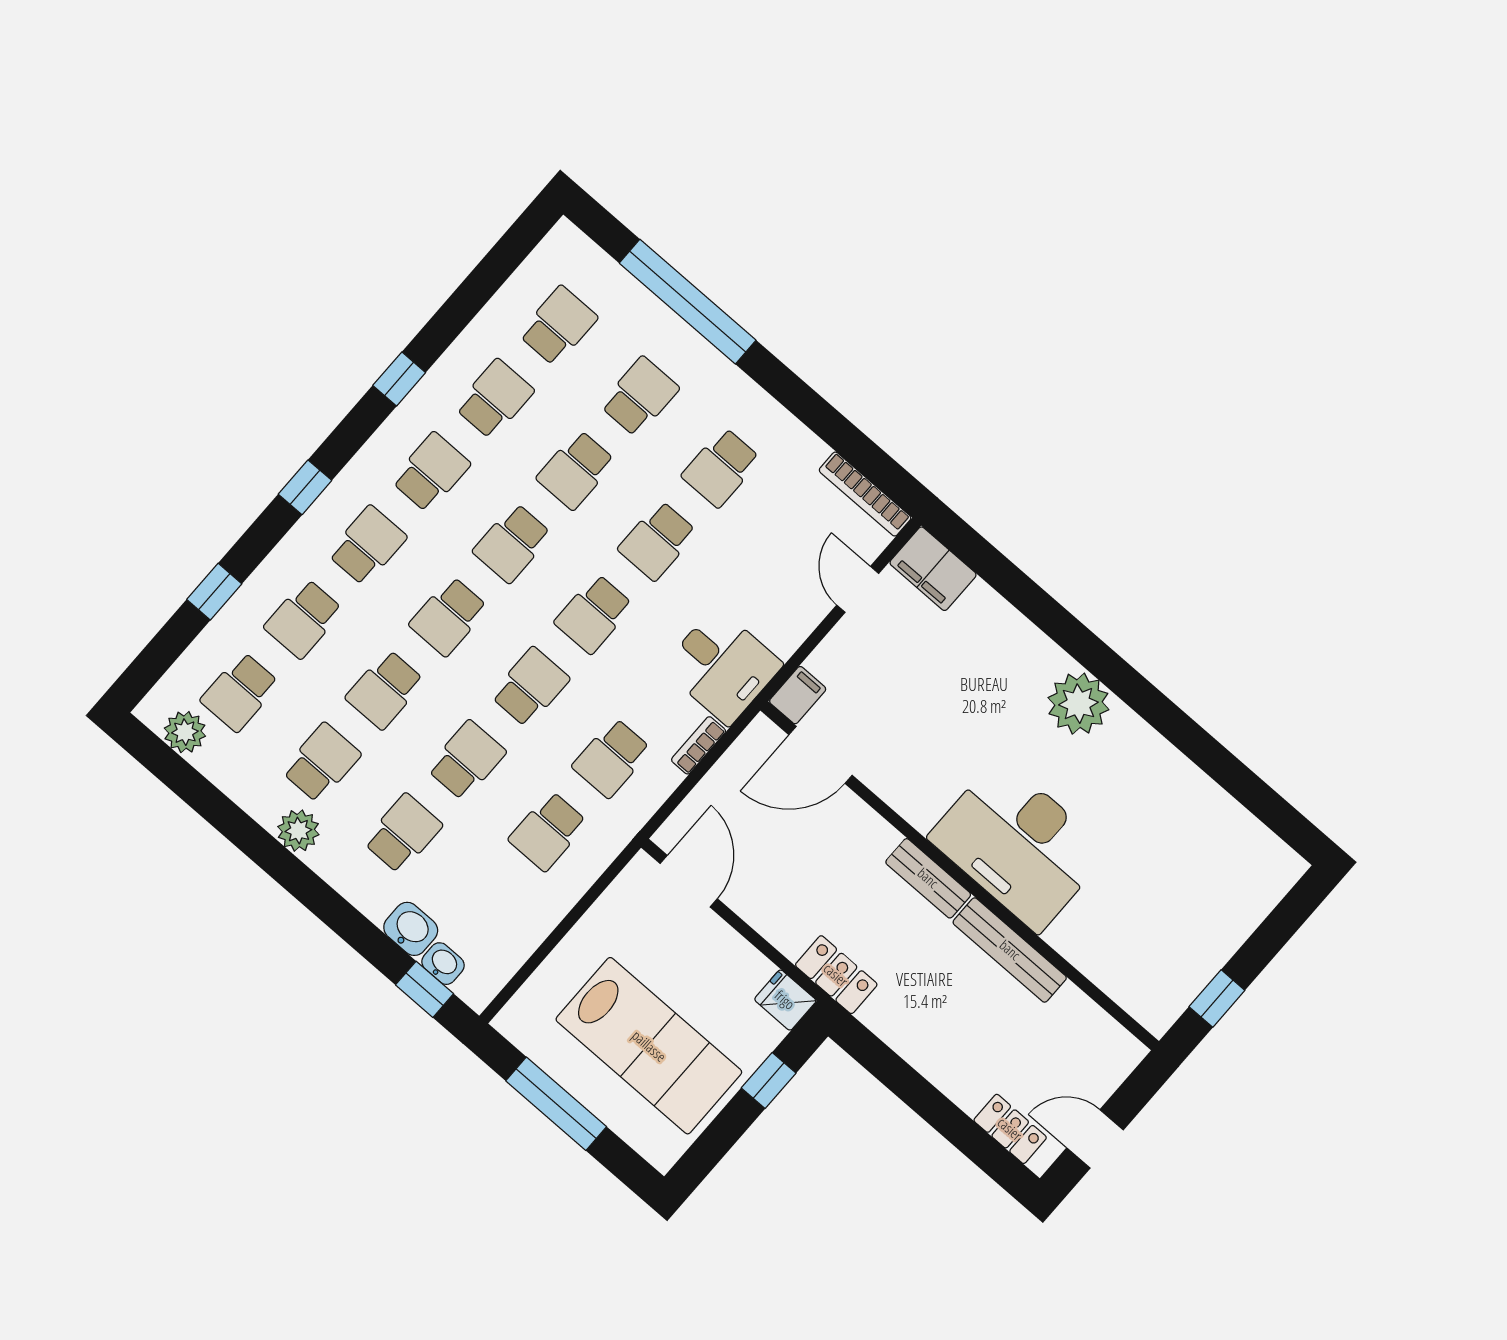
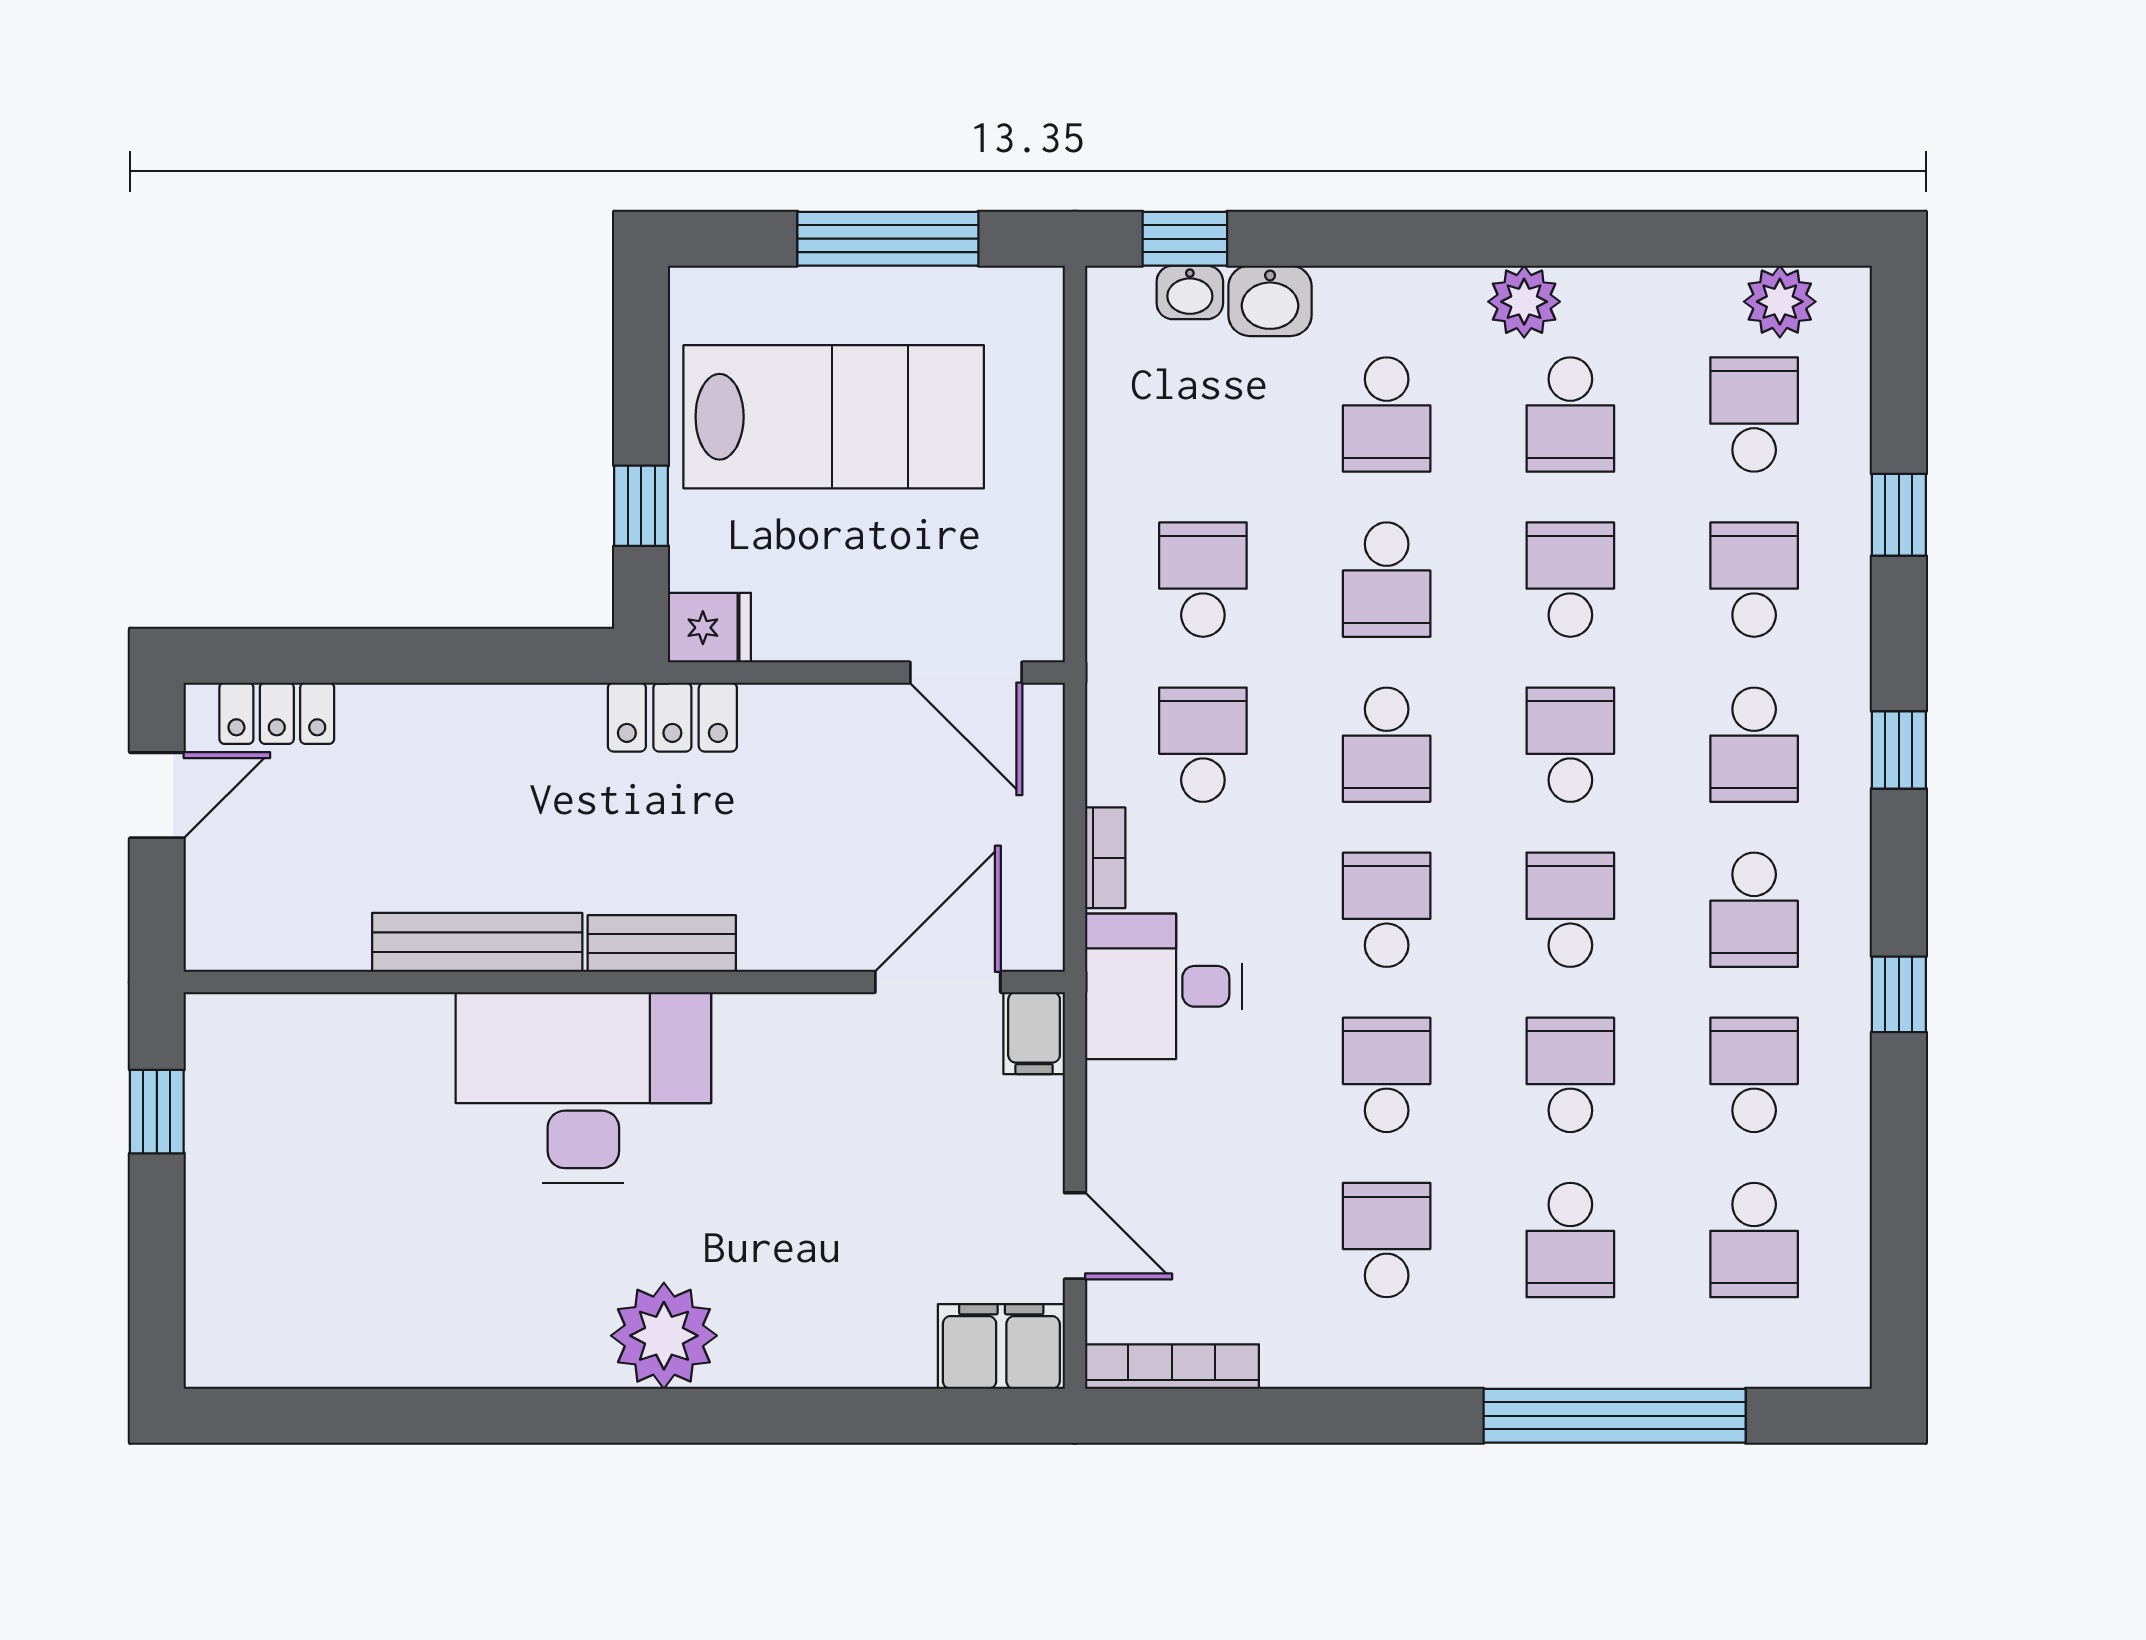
school desk: (494, 399) -> (1754, 1075), turned 180
lab bench: (649, 1046) -> (834, 417), turned 180

